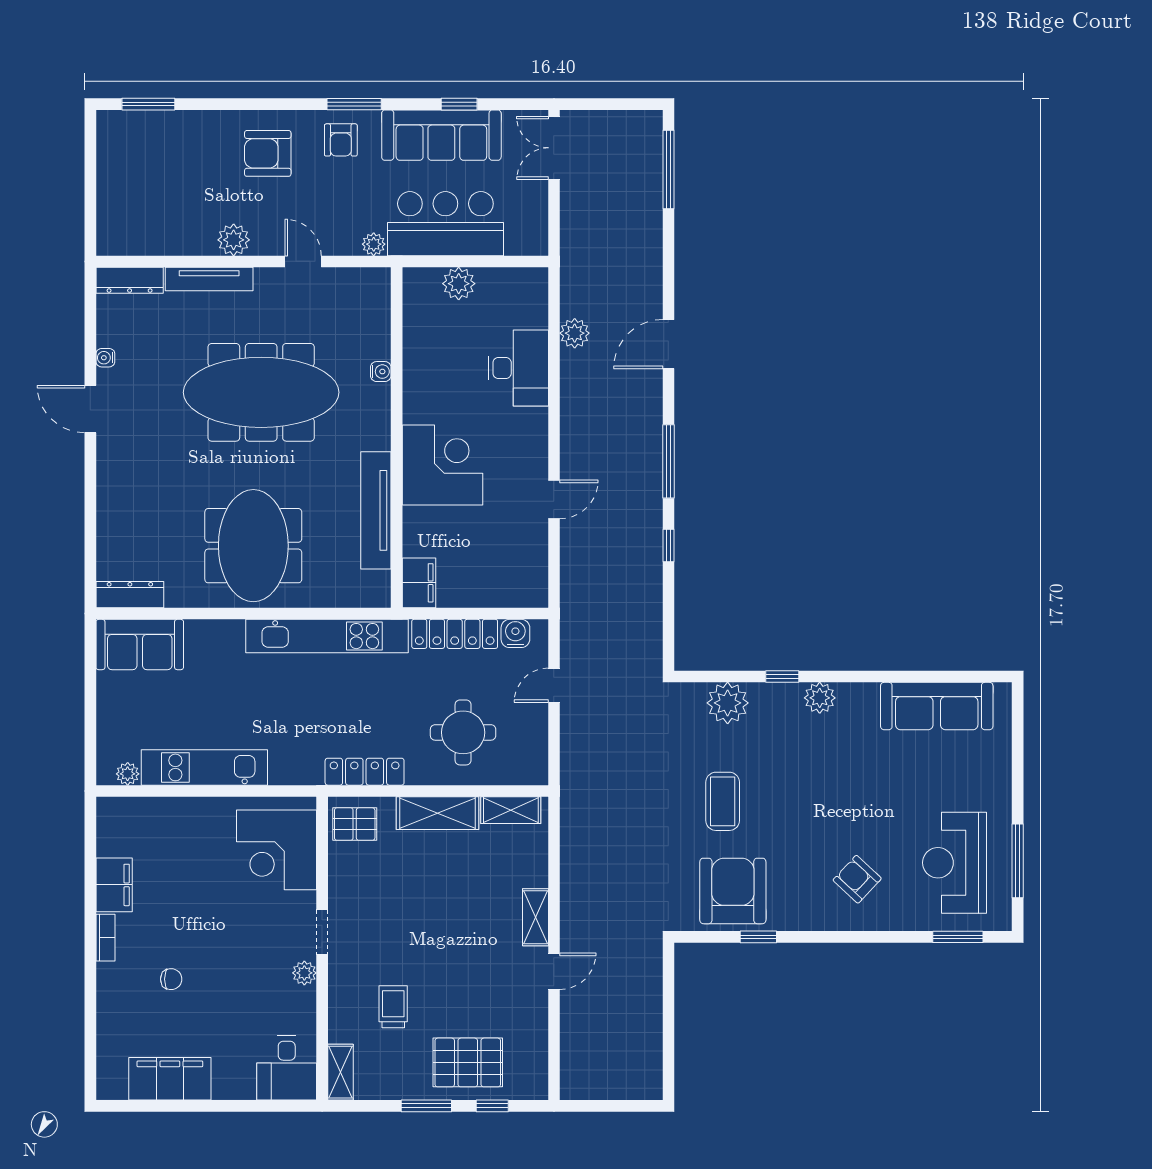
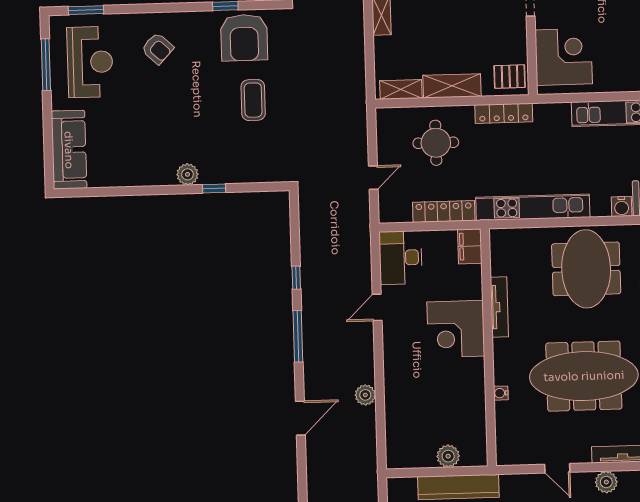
plant: (374, 244) -> (508, 482), removed
plant: (575, 333) -> (365, 395), moved
desk: (518, 368) -> (401, 258), moved
tv unit: (376, 510) -> (499, 307), width x0.73, depth x0.78
water cooler: (515, 633) -> (622, 206), moved
plant: (728, 703) -> (252, 169), removed
sofa: (937, 706) -> (69, 150), moved, turned 90

